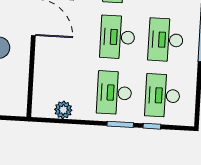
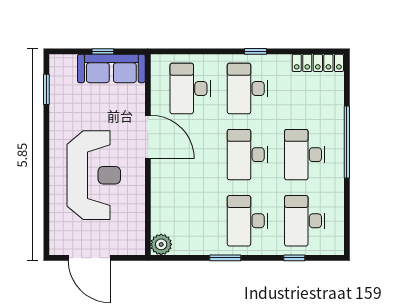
plant: (63, 110) -> (161, 244), moved
window: (120, 124) -> (225, 258), moved

